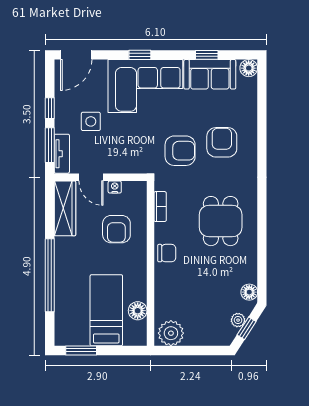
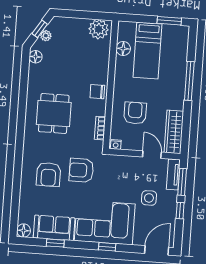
nightstand: (115, 187) -> (116, 144), moved
window: (50, 275) -> (189, 81), width x0.68

